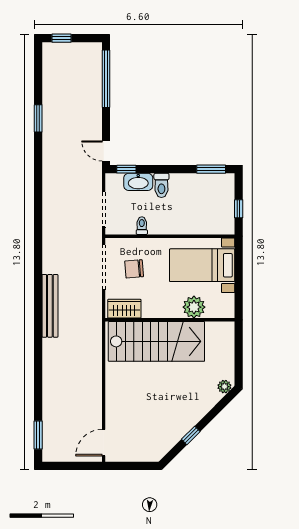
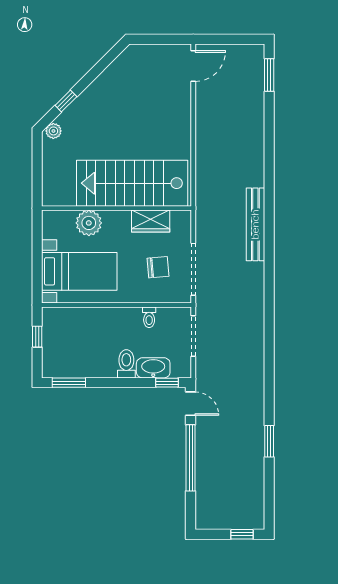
window: (106, 79) -> (191, 458), moved
wardrobe: (124, 309) -> (151, 221), moved
window: (191, 435) -> (66, 101), moved

